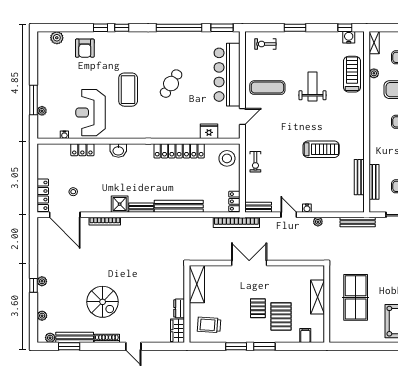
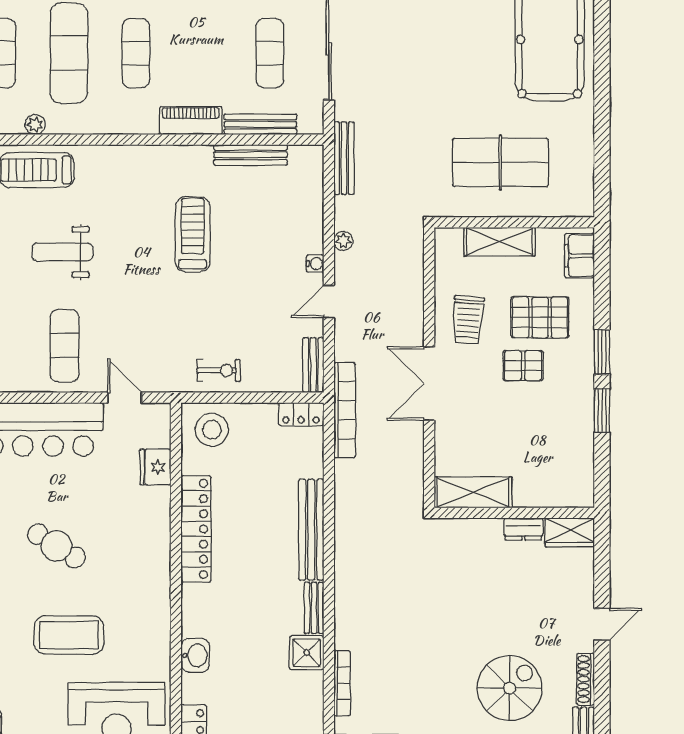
piano: (376, 148) -> (191, 121), added
trolley: (209, 325) -> (468, 320), moved
filing cabinet: (305, 335) -> (580, 256), width x2.00

